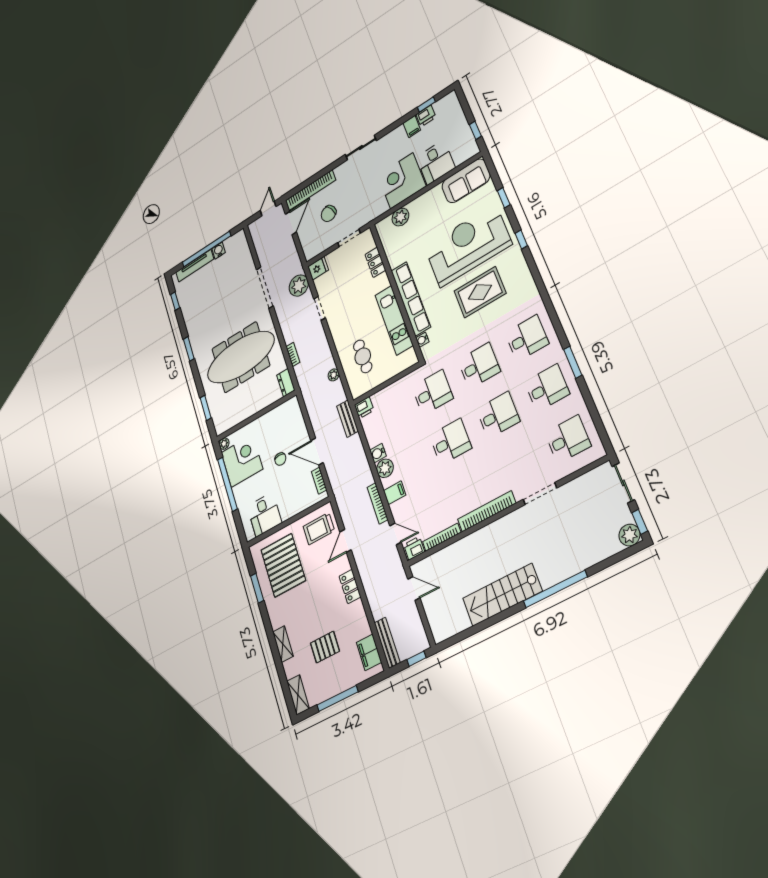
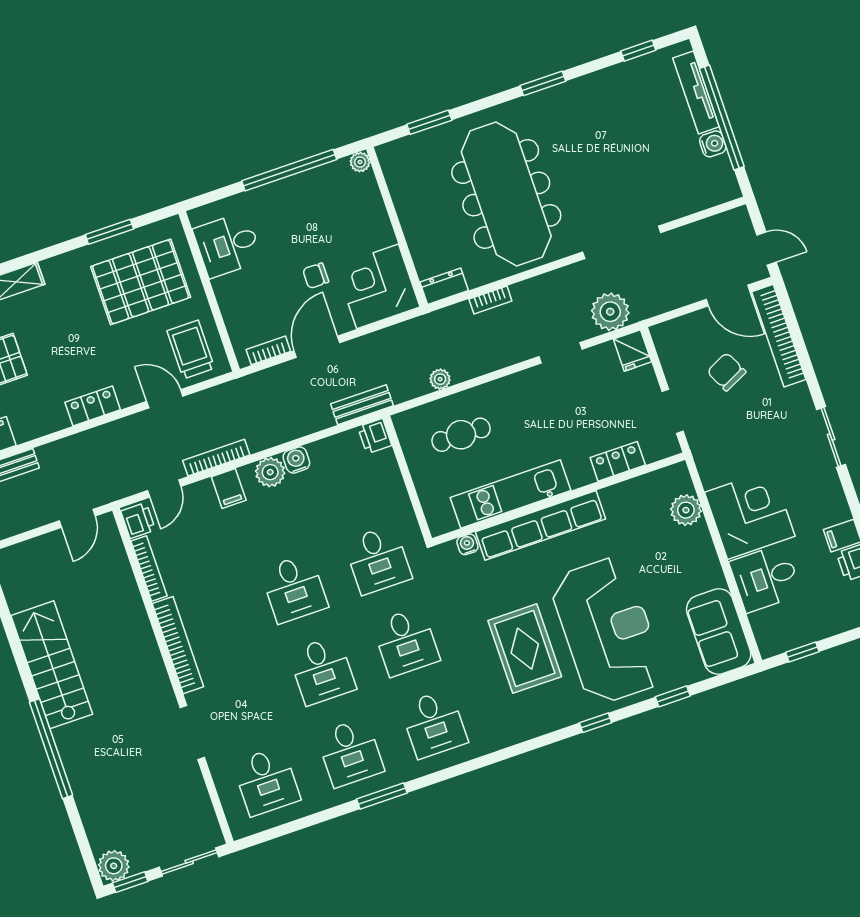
corner desk: (242, 461) -> (378, 286), moved, turned 180

